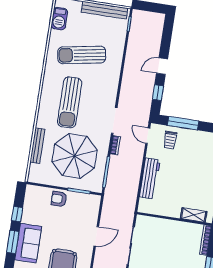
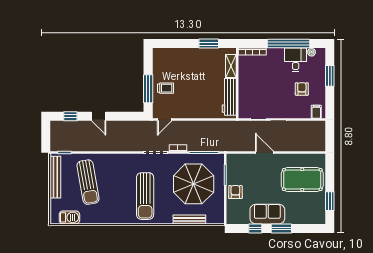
sun lounger: (82, 55) -> (88, 182), moved
window: (158, 93) -> (70, 116), moved
sun lounger: (70, 102) -> (145, 196), turned 90
trolley: (170, 140) -> (166, 88), moved
workbench: (150, 178) -> (229, 97), moved, turned -90
armchair: (59, 199) -> (235, 192), turned 180
sofa: (28, 243) -> (267, 214), moved

